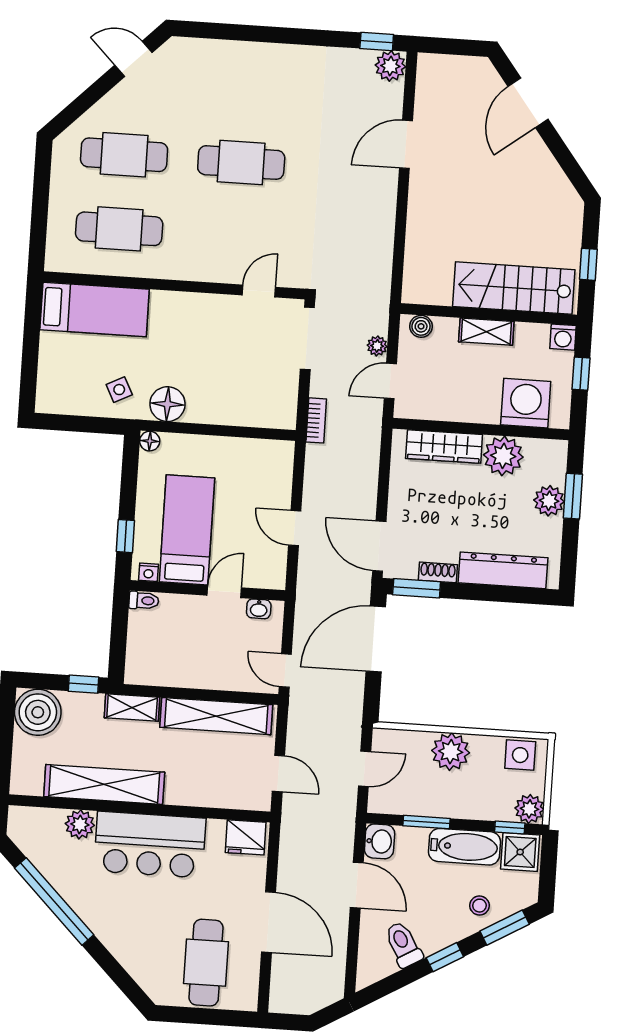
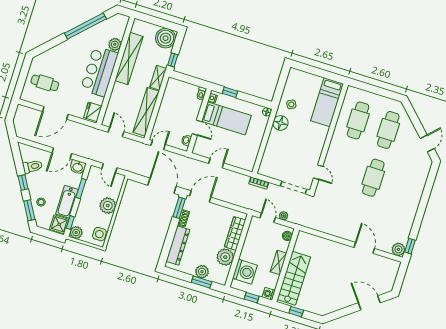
door: (278, 773) -> (116, 132), swing flipped
cafe table: (206, 963) -> (45, 83), width x0.73, depth x0.74

